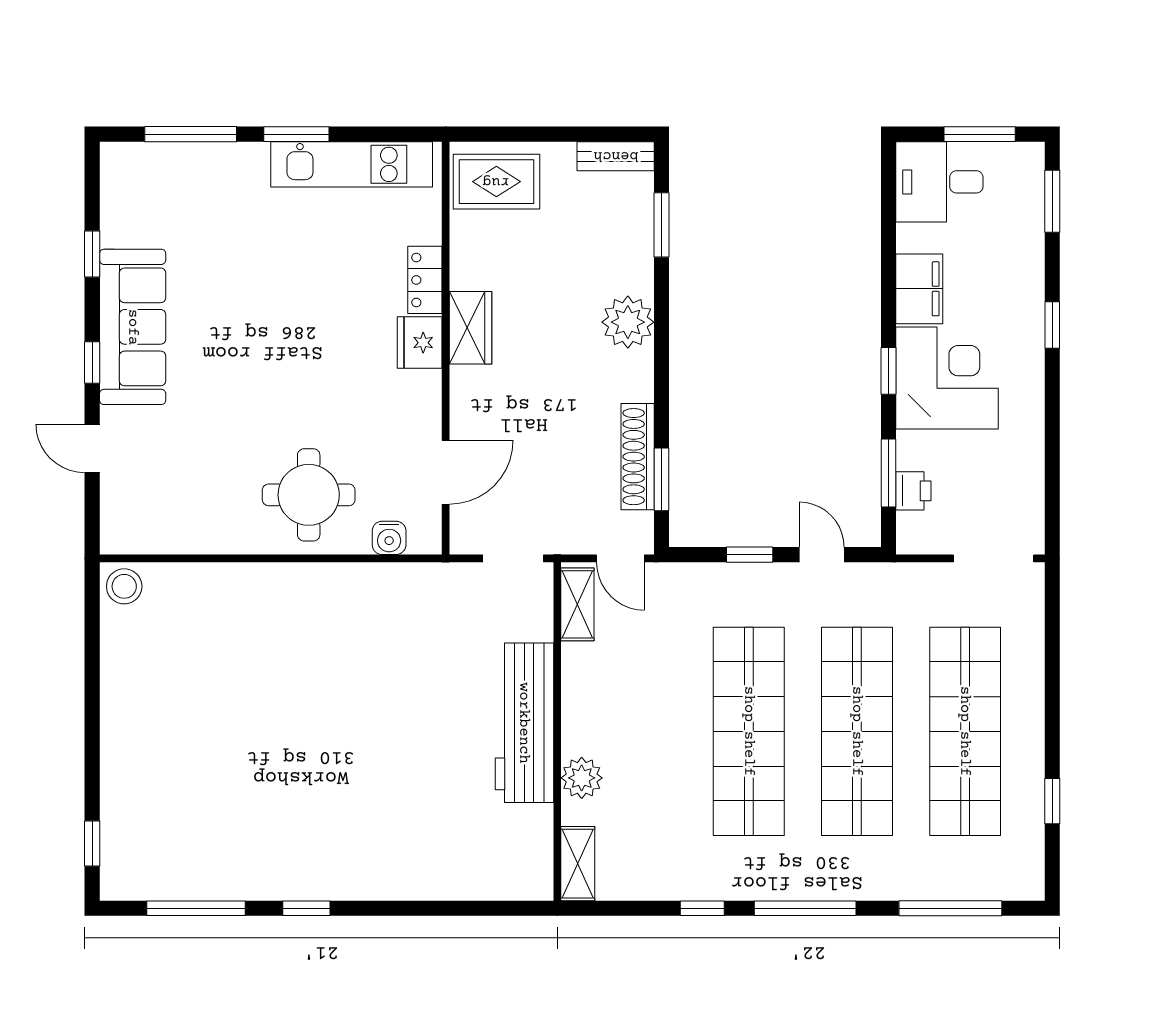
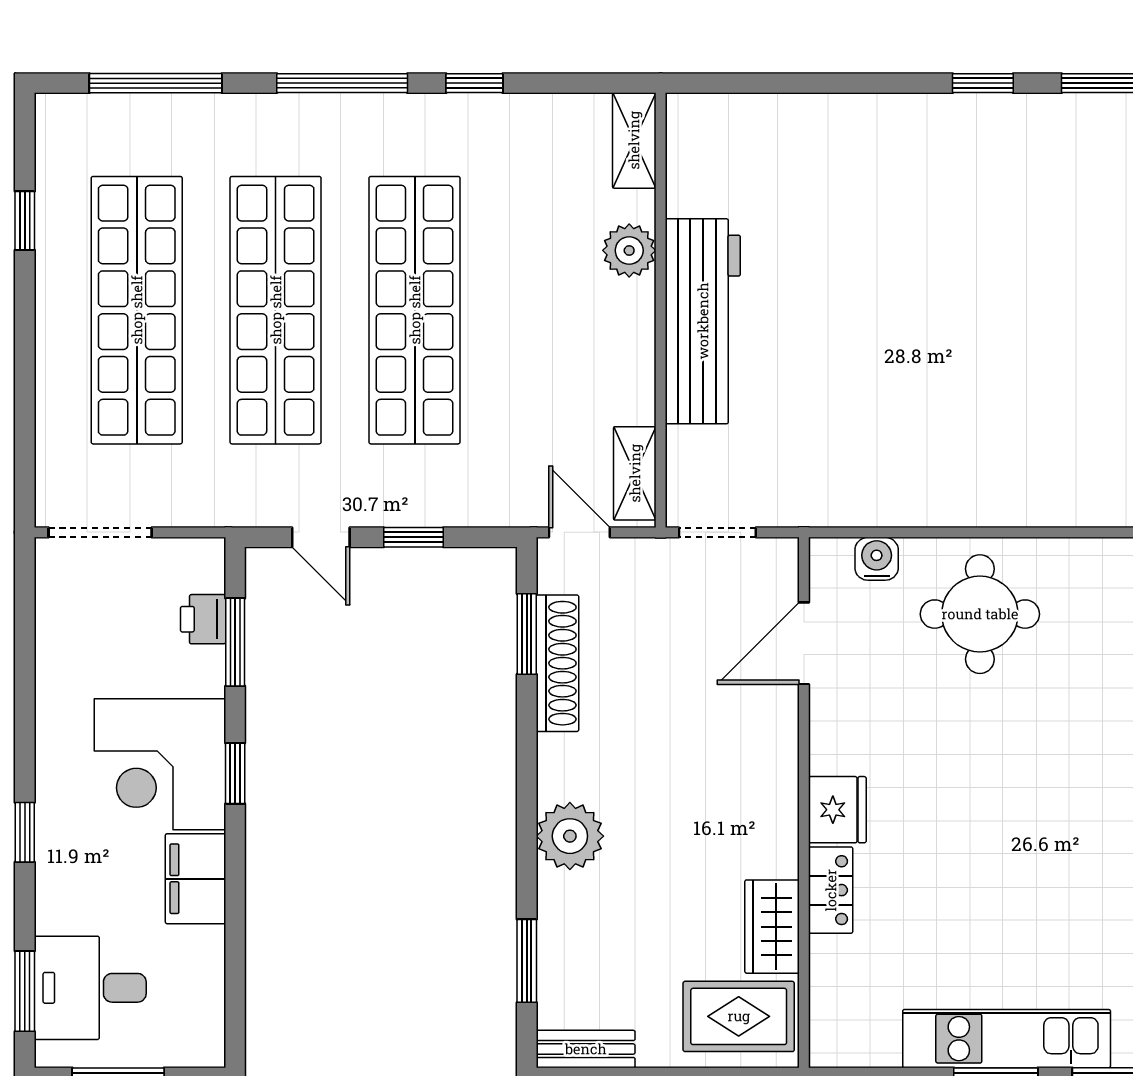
kitchen unit: (352, 164) -> (1007, 1039), moved
desk: (939, 182) -> (90, 988), moved, turned 180
wardrobe: (470, 328) -> (772, 927), moved

